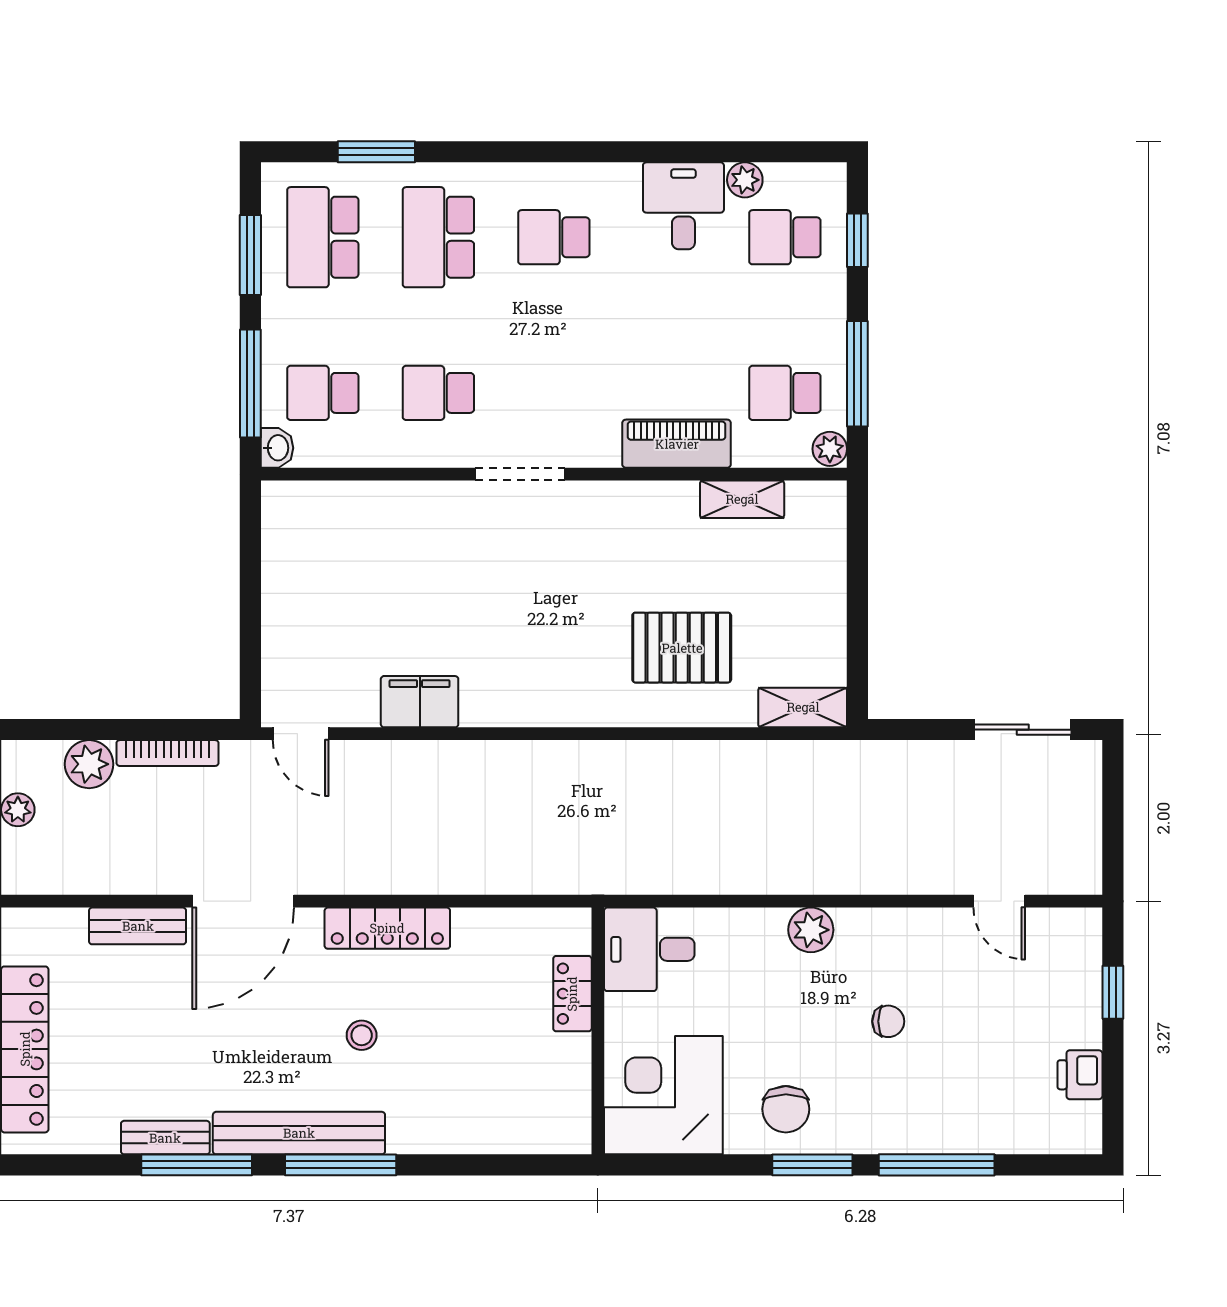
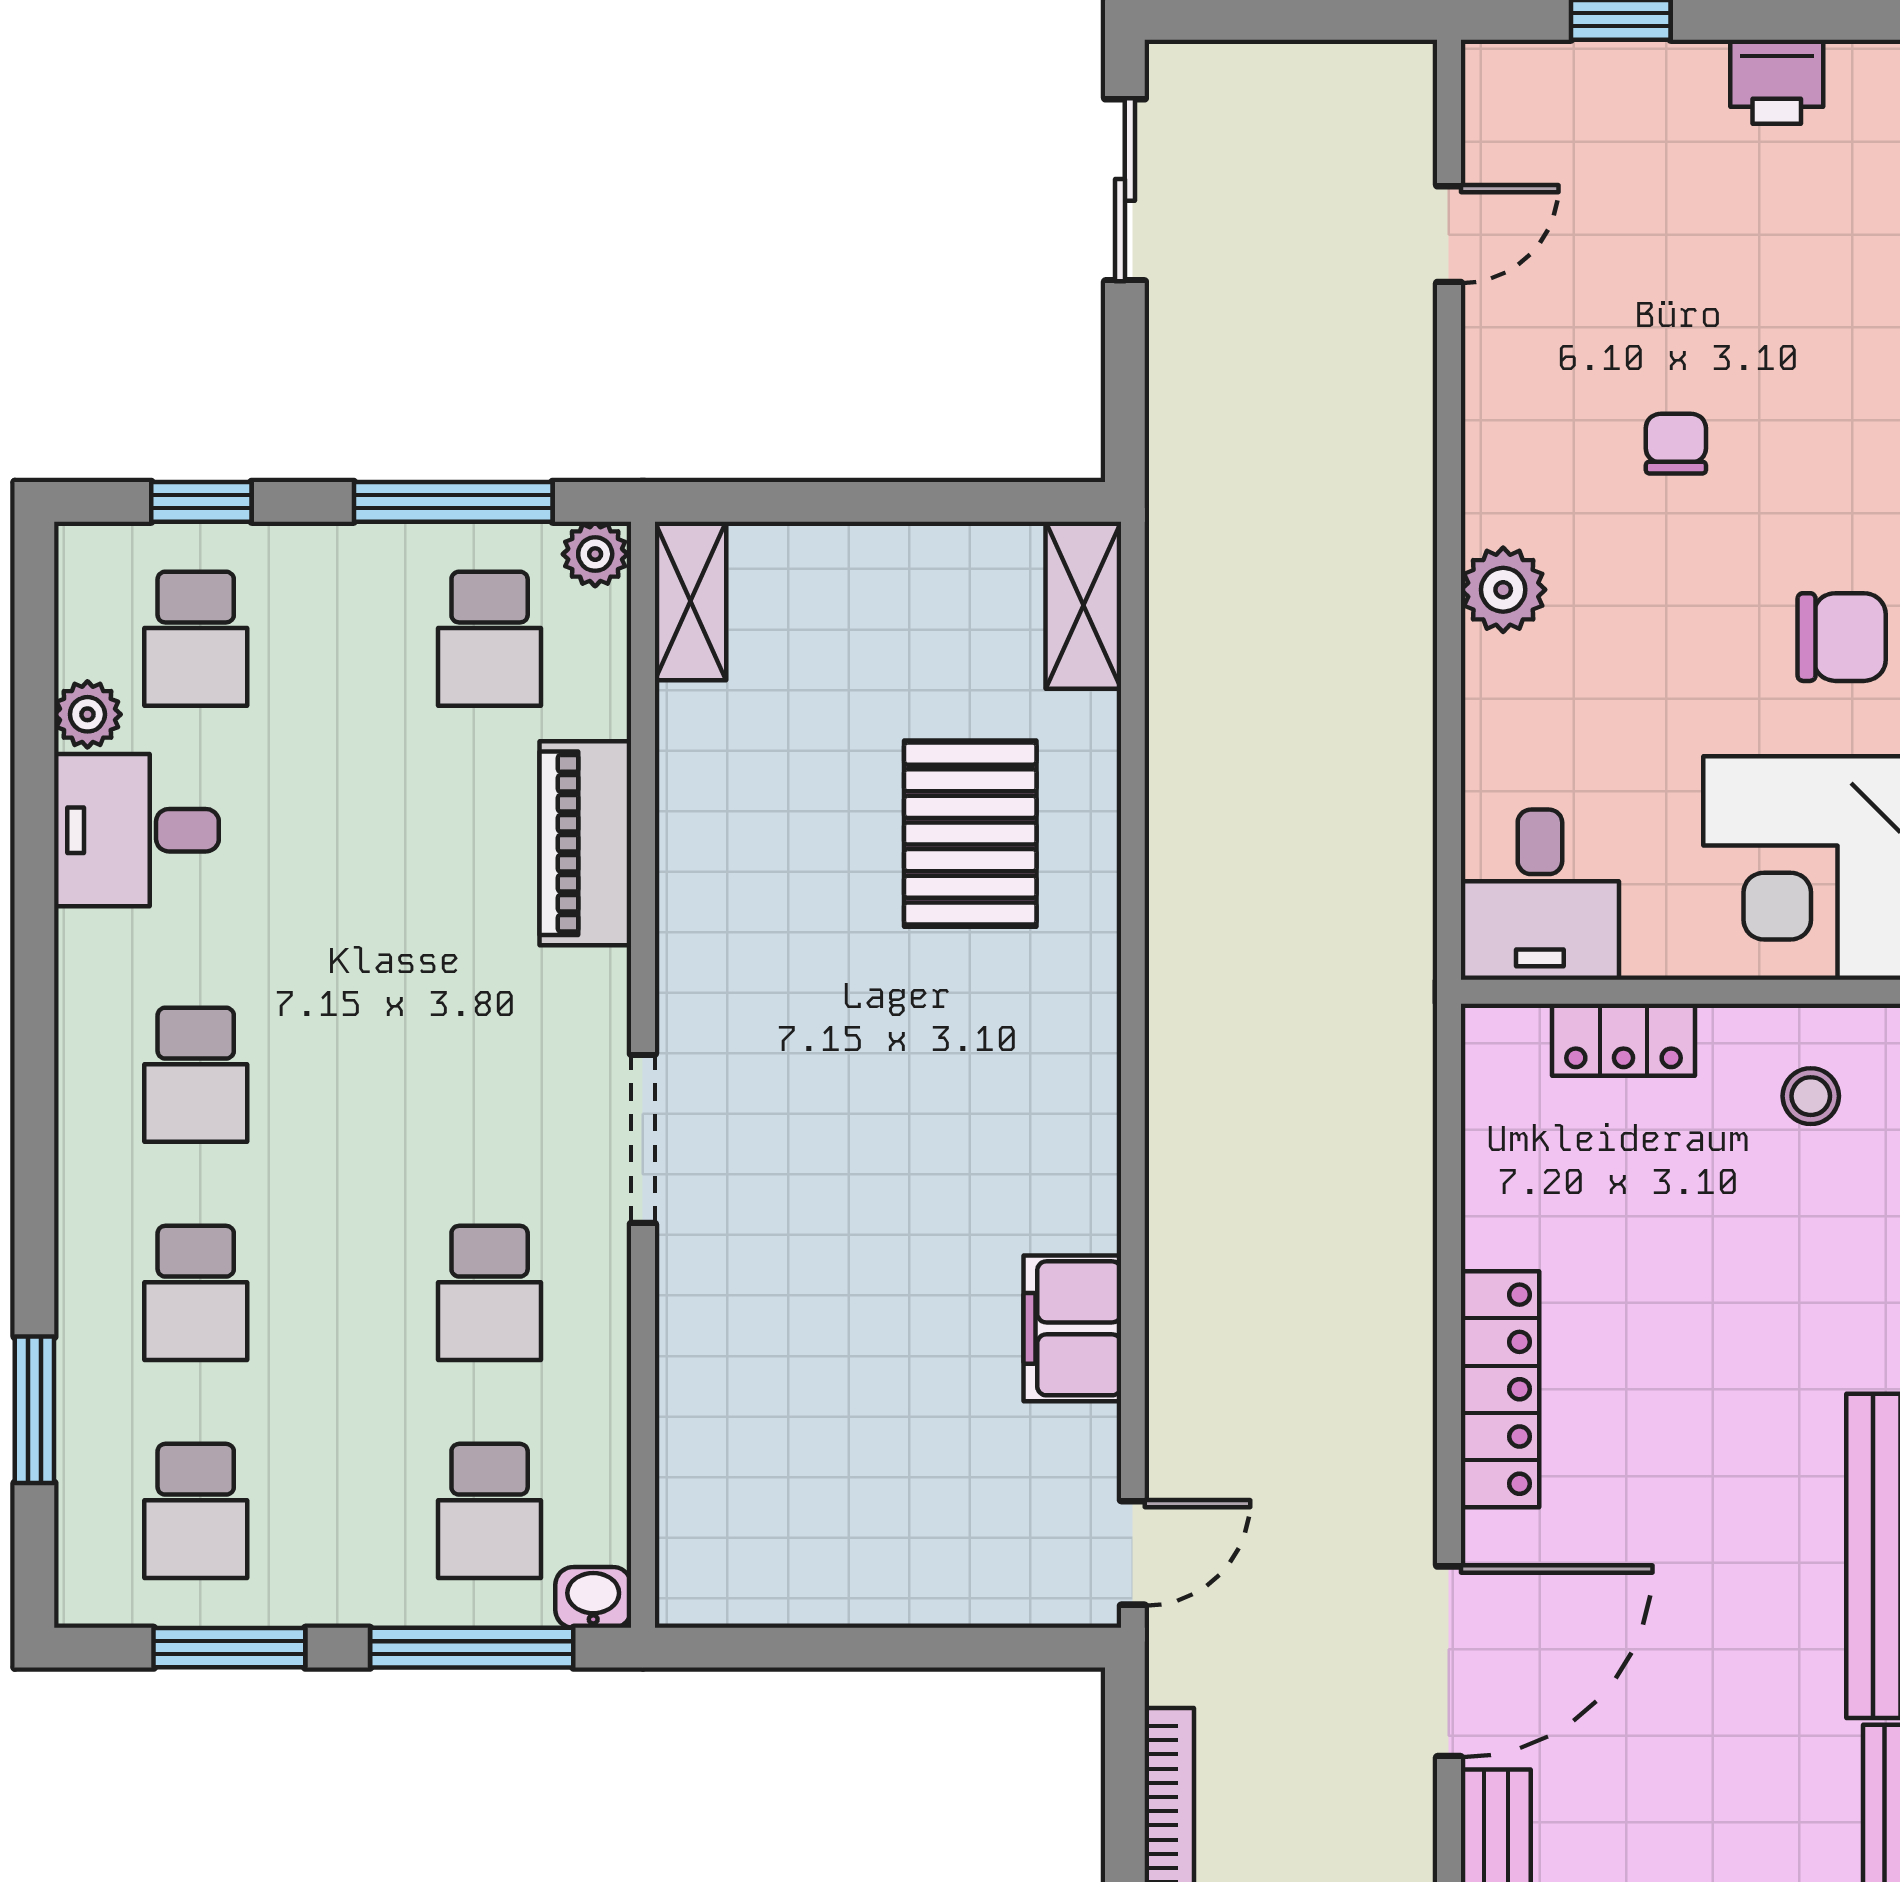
school desk: (323, 237) -> (196, 1511), width x0.54
school desk: (438, 237) -> (196, 1293), width x0.54
shelving: (742, 499) -> (690, 601), moved
door: (243, 901) -> (1449, 1661), hinge flipped
stool: (362, 1035) -> (1811, 1096), moved

